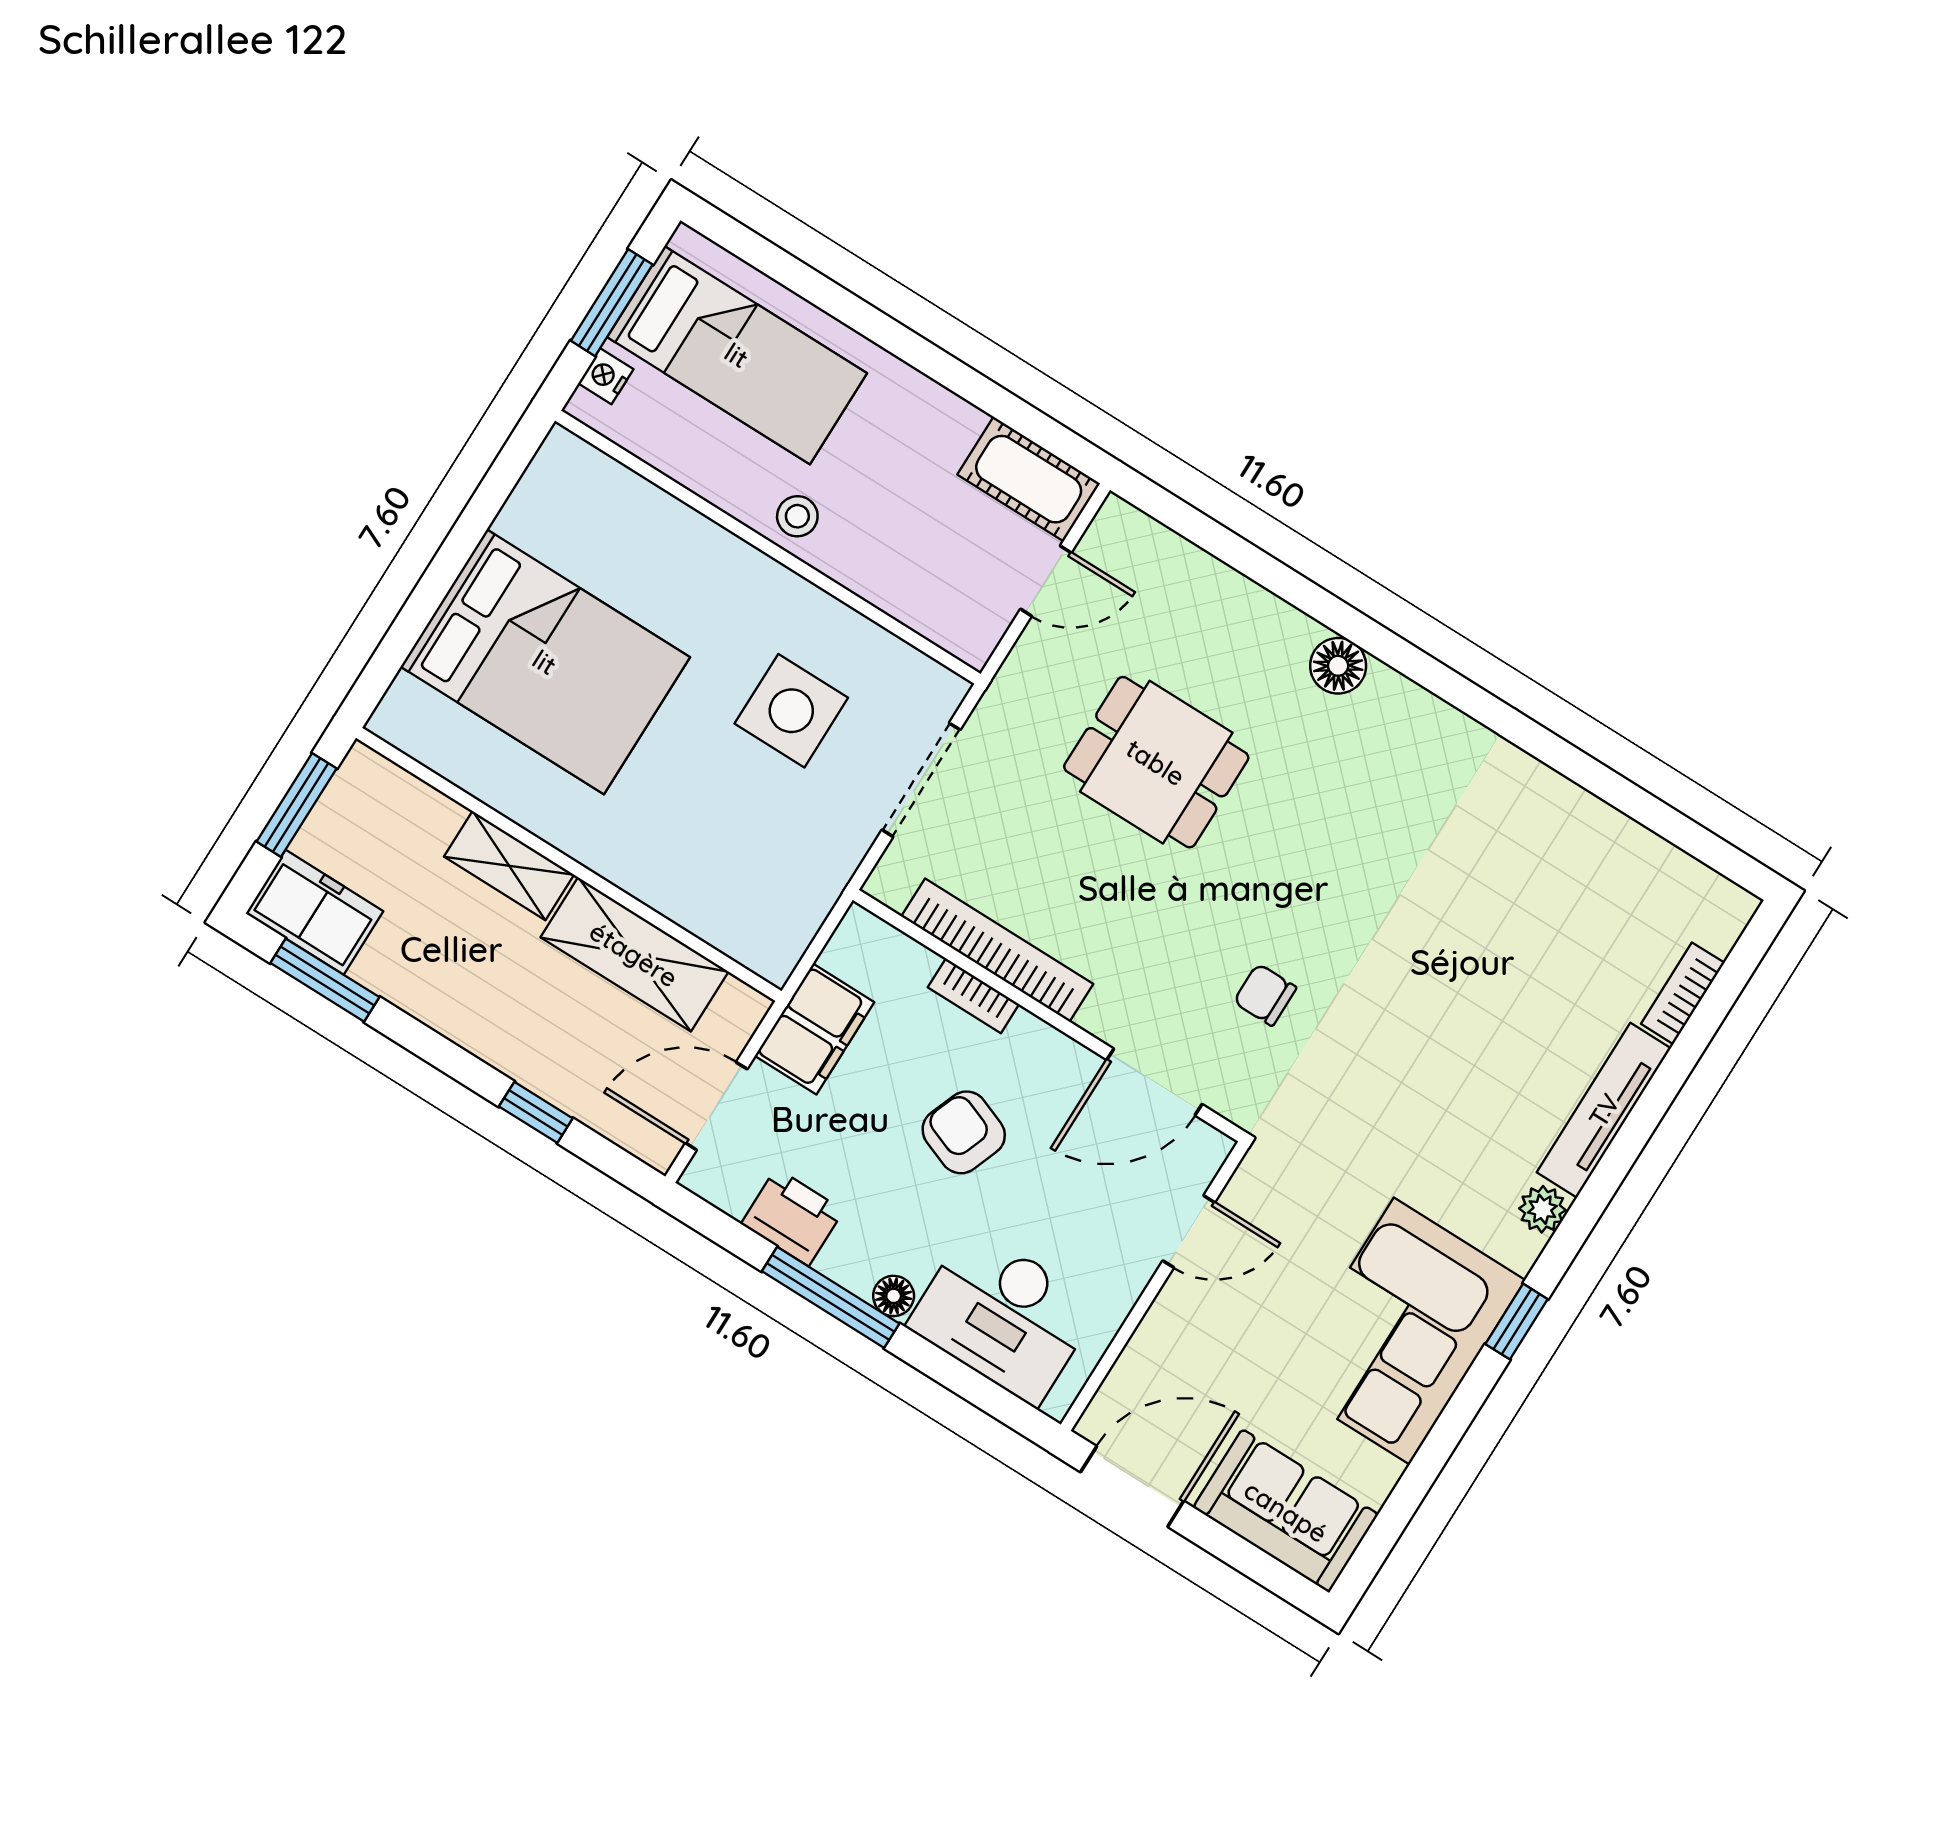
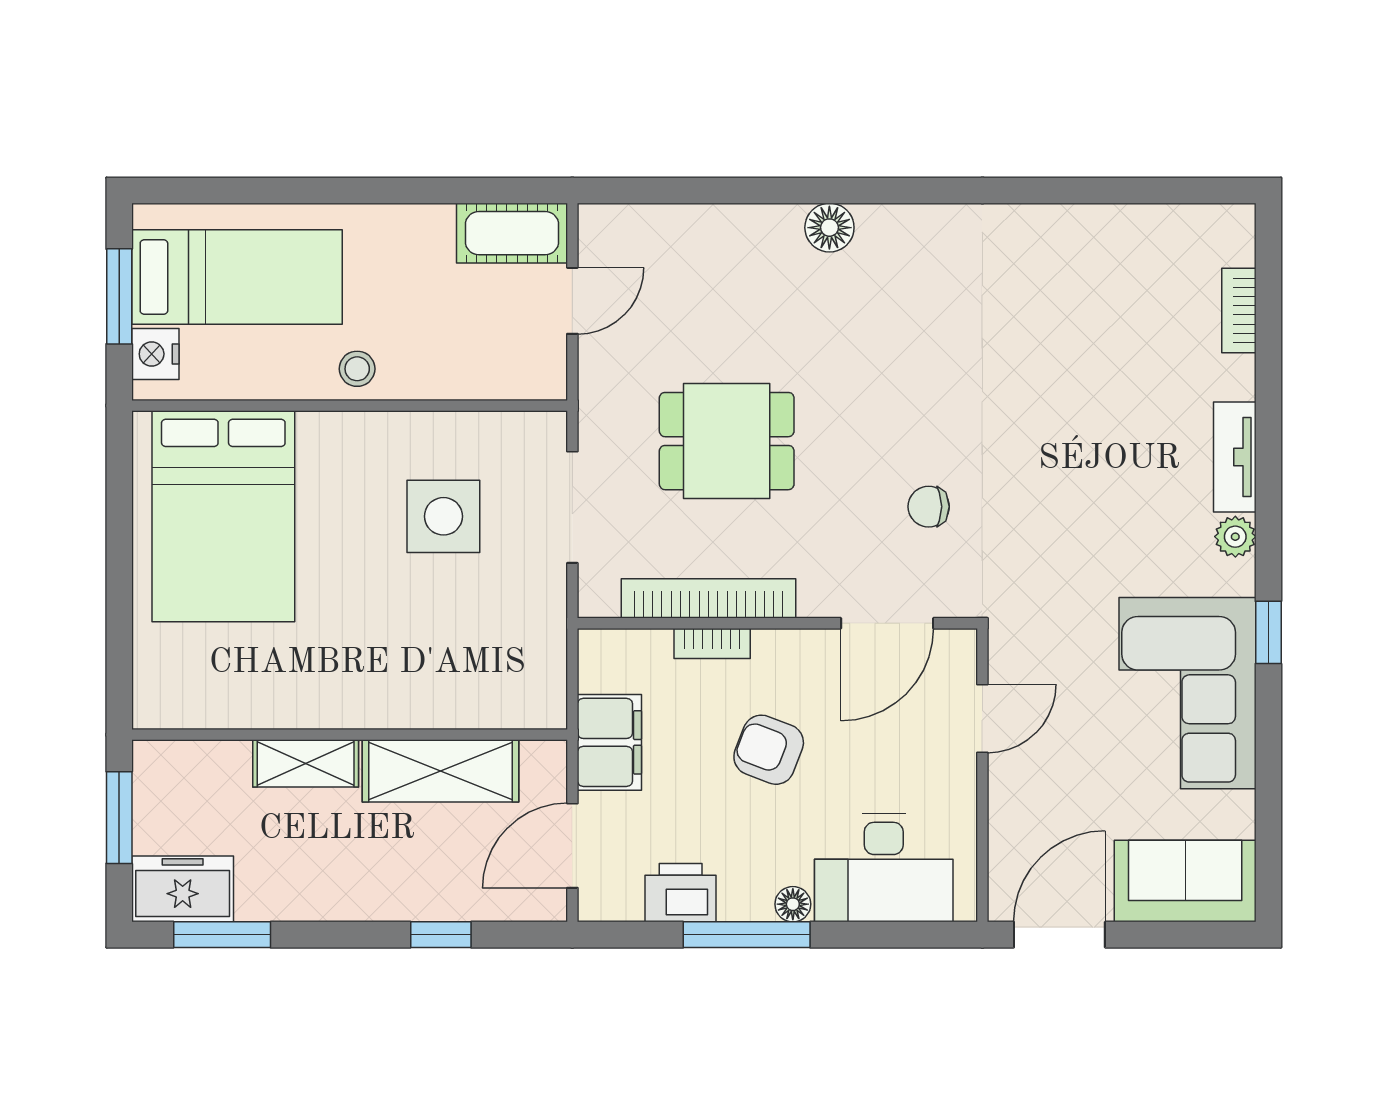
nightstand: (606, 376) -> (155, 354), width x1.39, depth x1.35
bed: (545, 662) -> (223, 516), moved, turned 90
dining table: (1156, 762) -> (727, 441), moved
tv unit: (1604, 1110) -> (1235, 457), width x0.71

